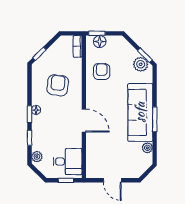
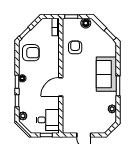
floor lamp: (100, 42) -> (86, 23), moved
plant: (141, 64) -> (107, 41), removed
armchair: (58, 85) -> (31, 53), moved, turned 83
sofa: (140, 112) -> (106, 74), width x0.73
door: (84, 121) -> (61, 87), swing flipped

